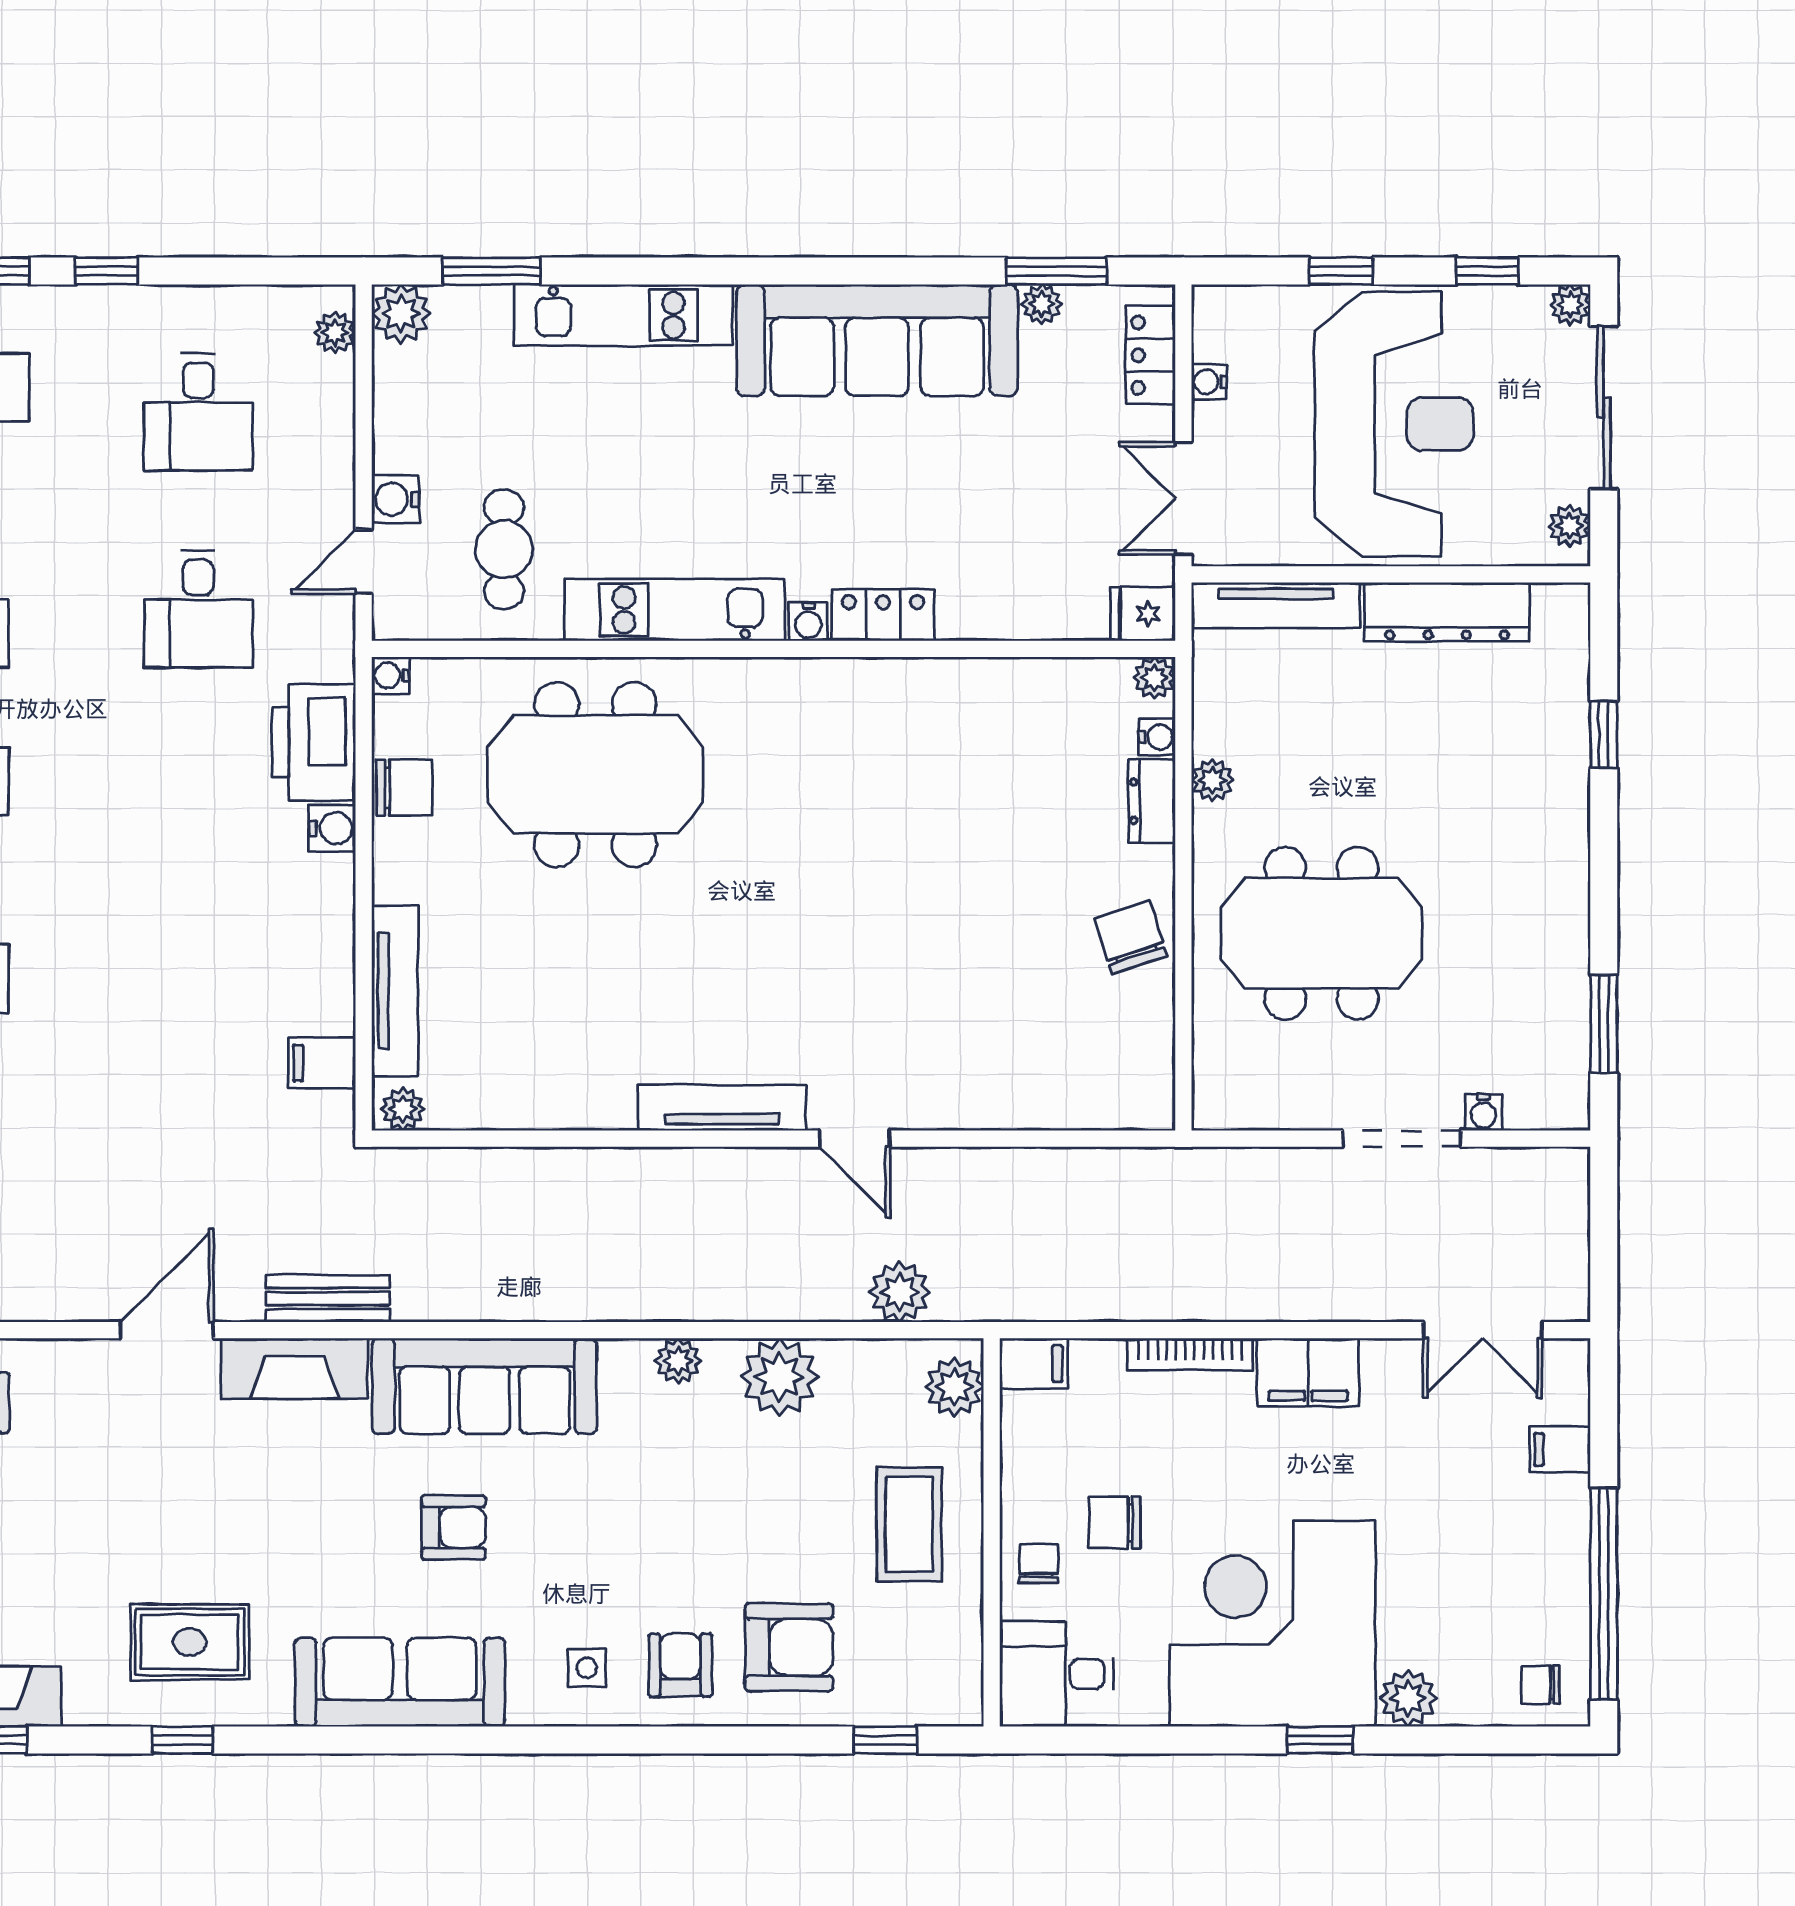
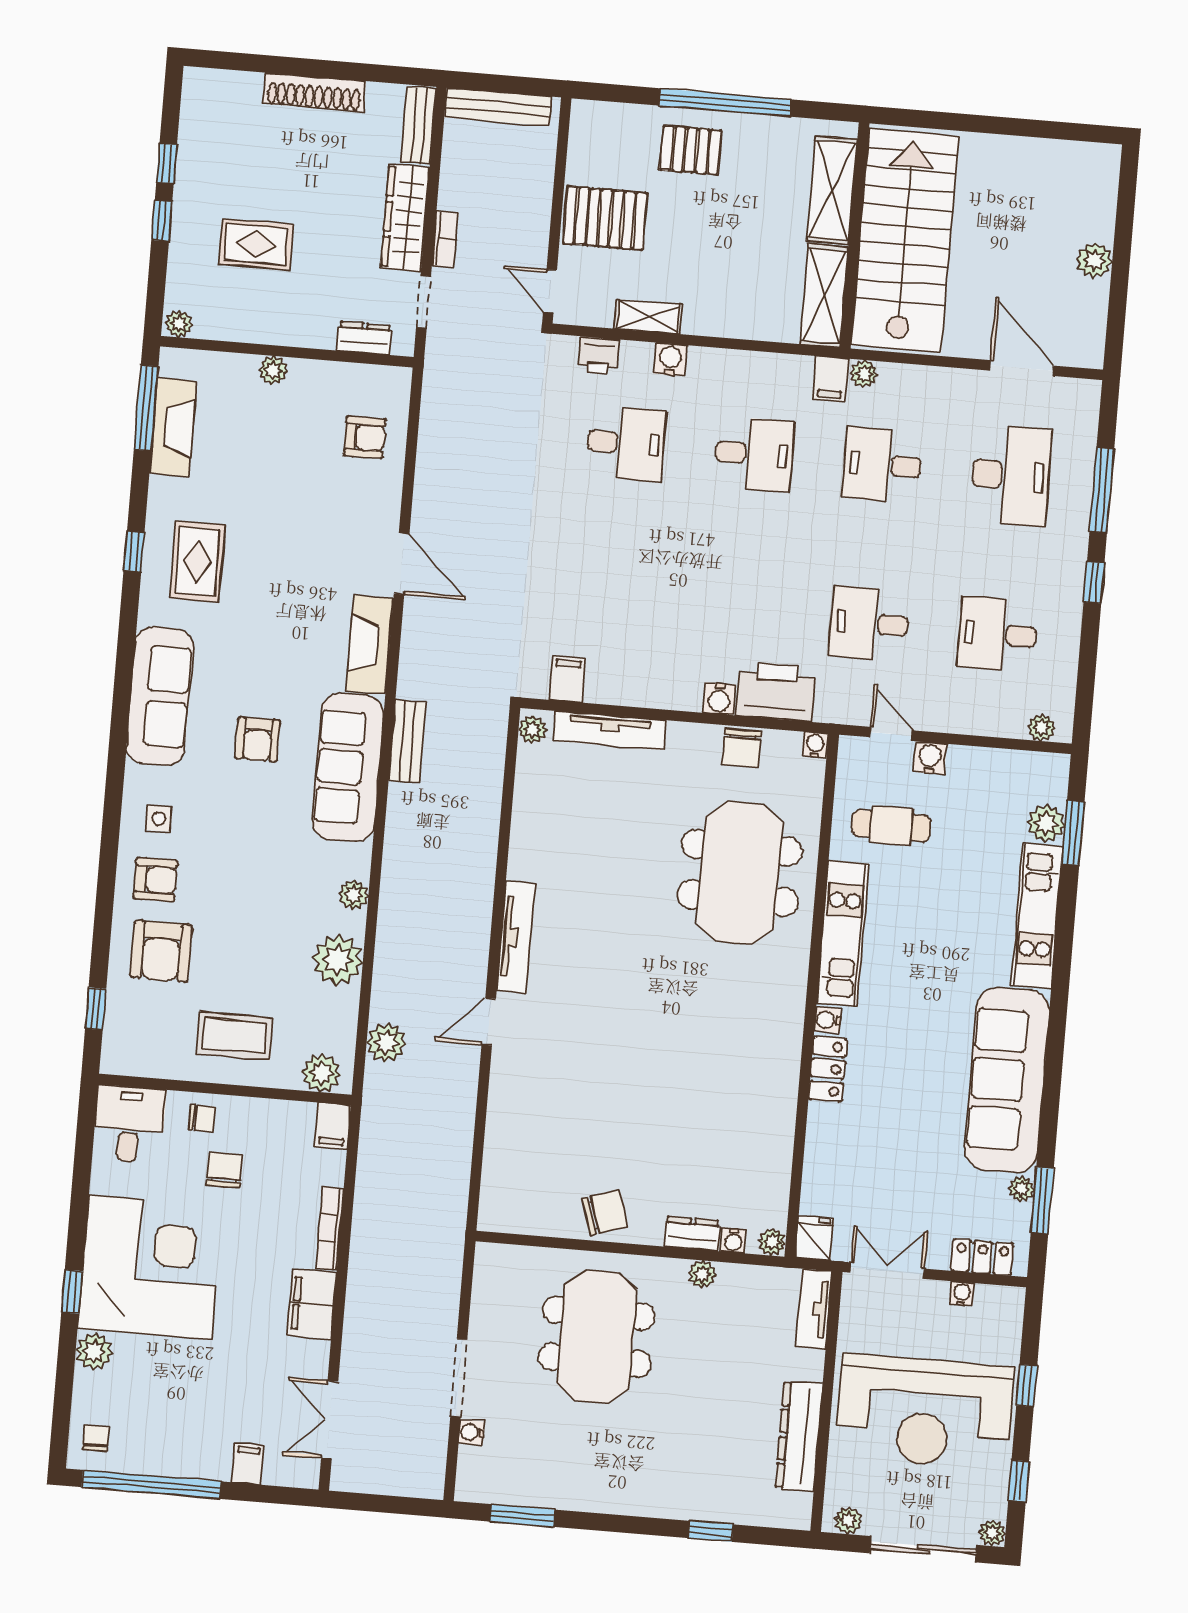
plant: (401, 314) -> (1046, 823), moved
tv unit: (1276, 605) -> (814, 1309), width x0.71
bench: (328, 1298) -> (407, 741), moved

